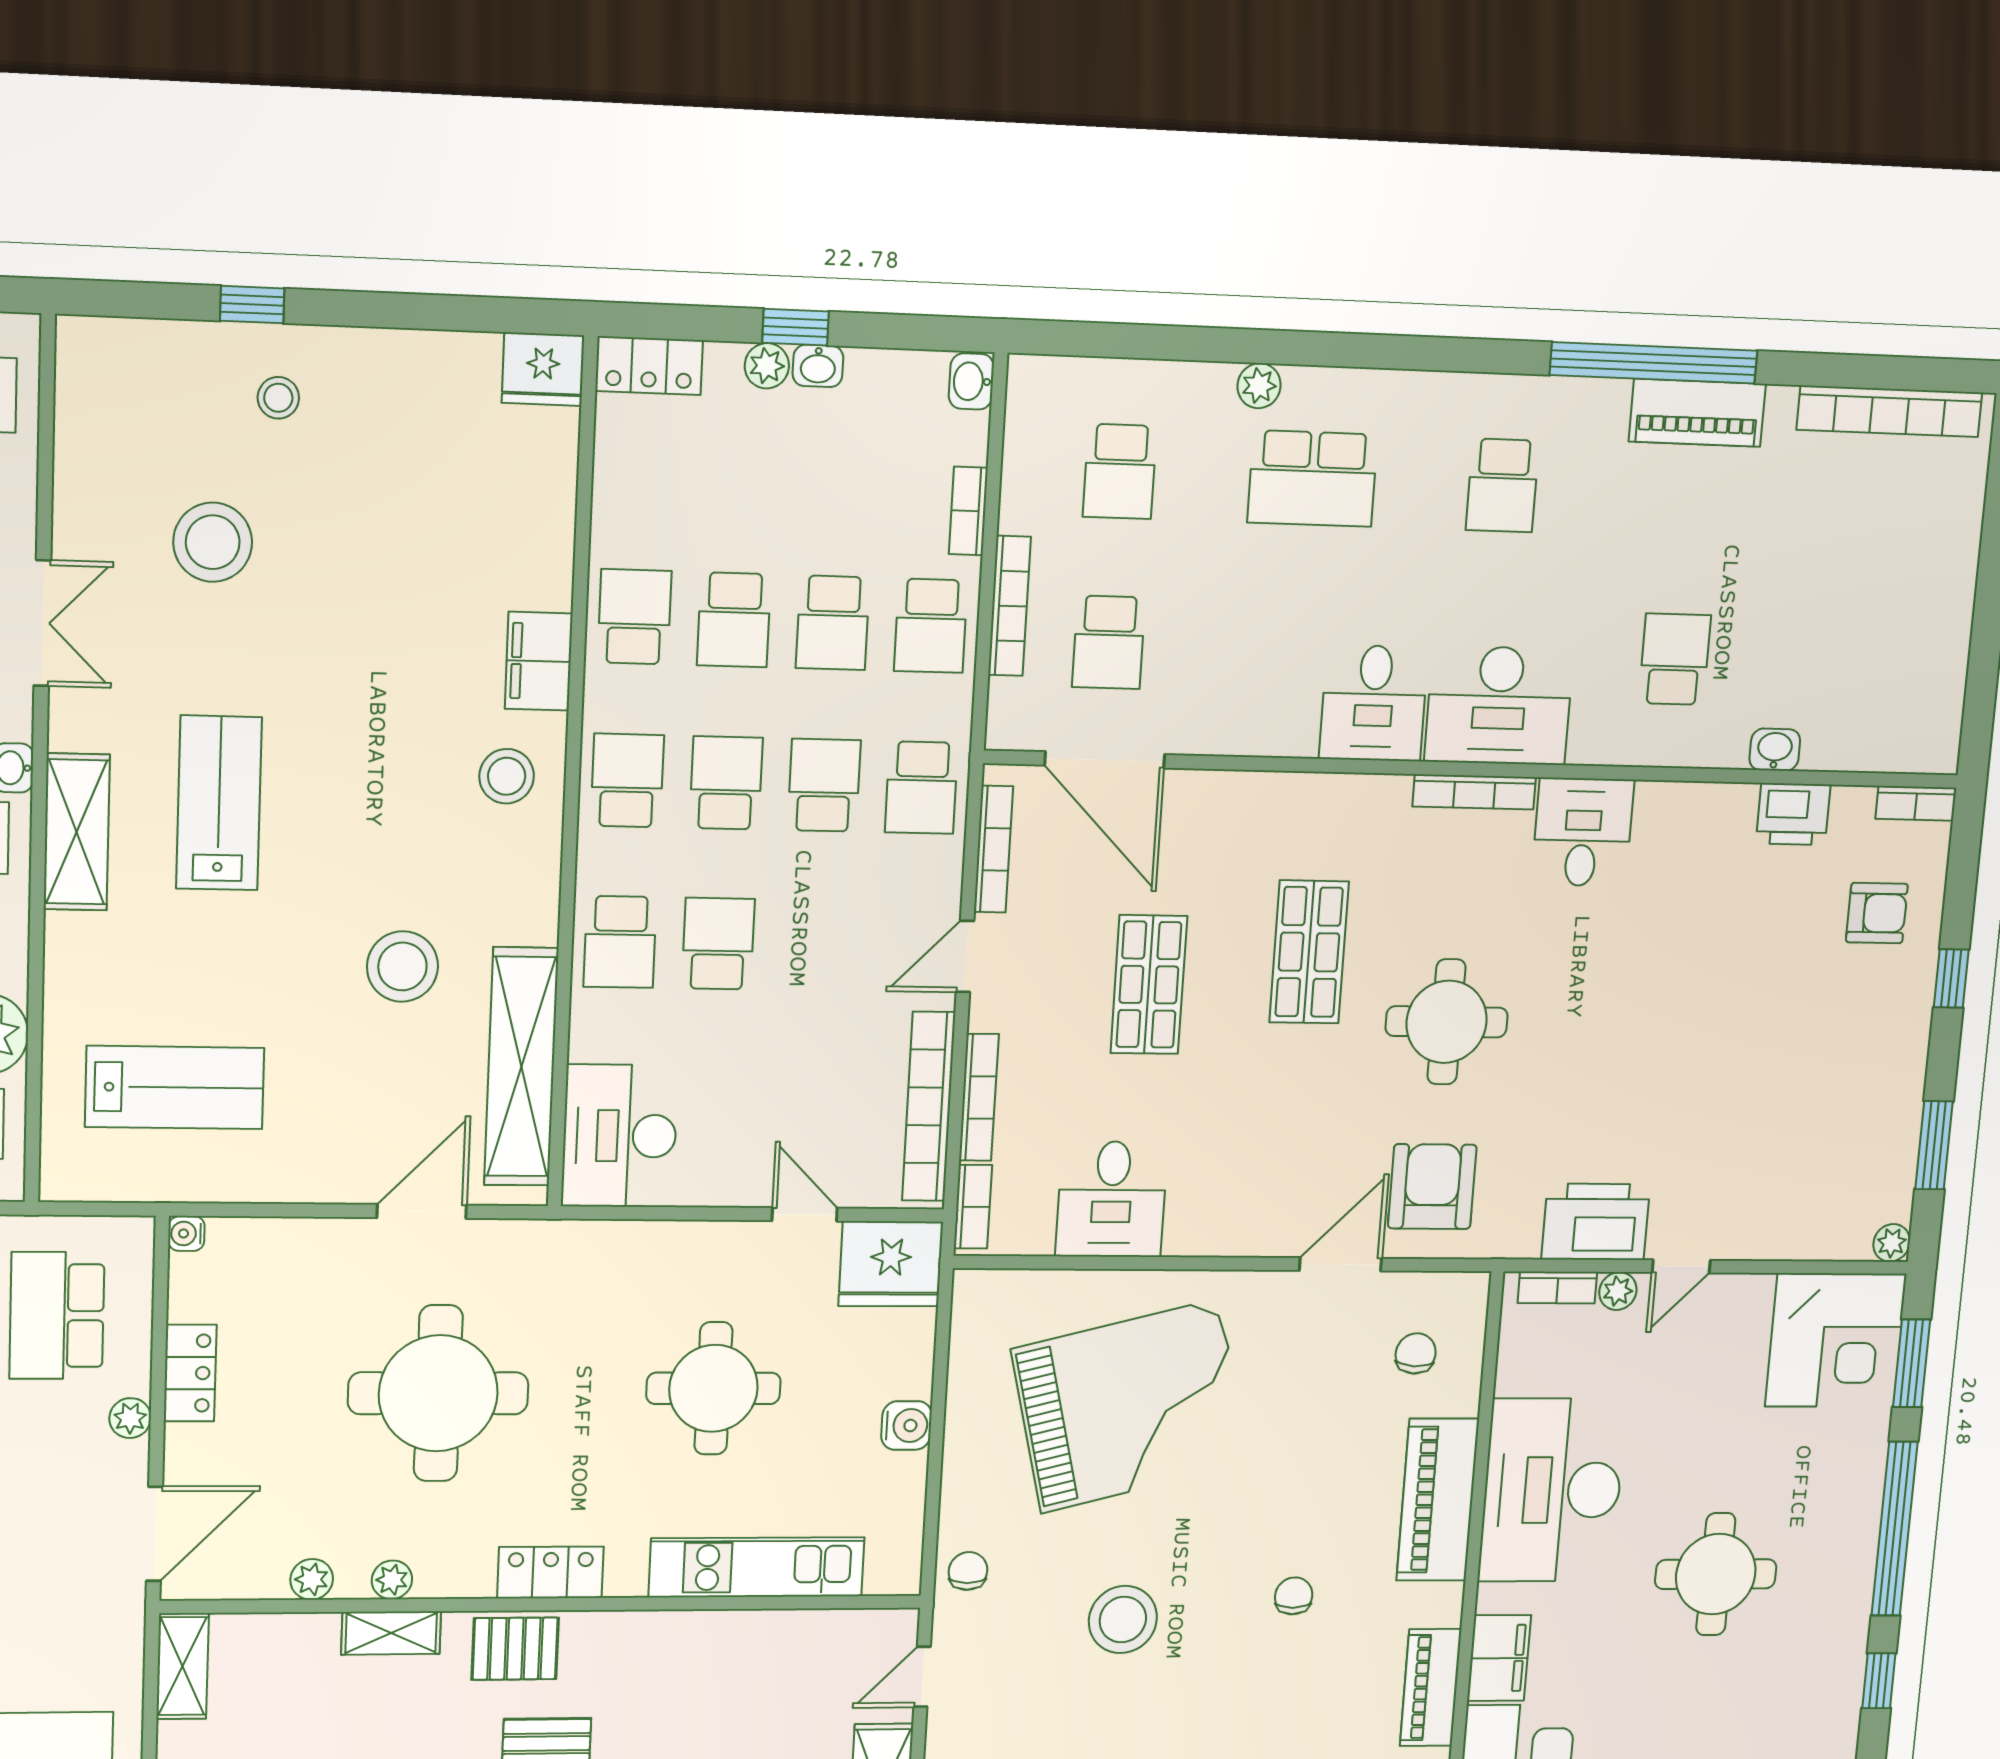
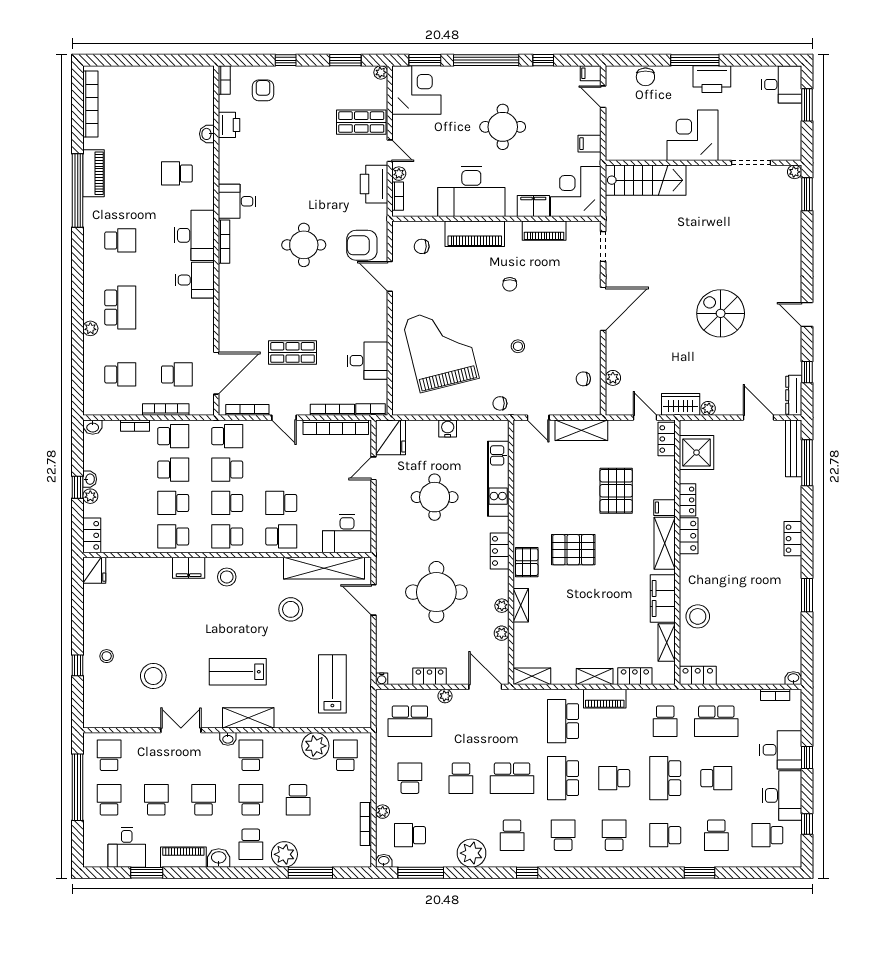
school desk: (734, 620) -> (173, 503), turned 180
shop shelf: (1309, 952) -> (361, 122), moved
chair: (1294, 1596) -> (510, 284), turned -89
stool: (1123, 1619) -> (518, 346), width x0.53, depth x0.53

